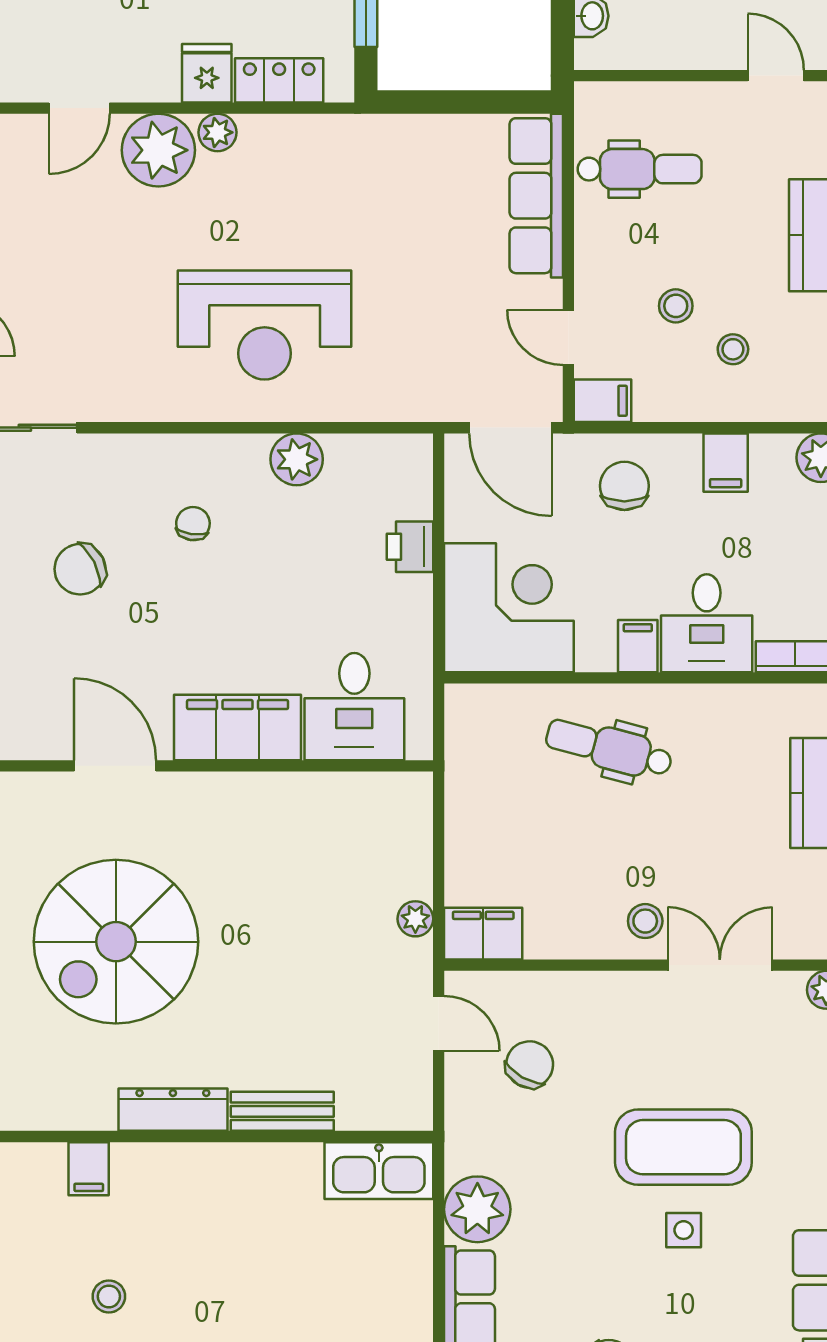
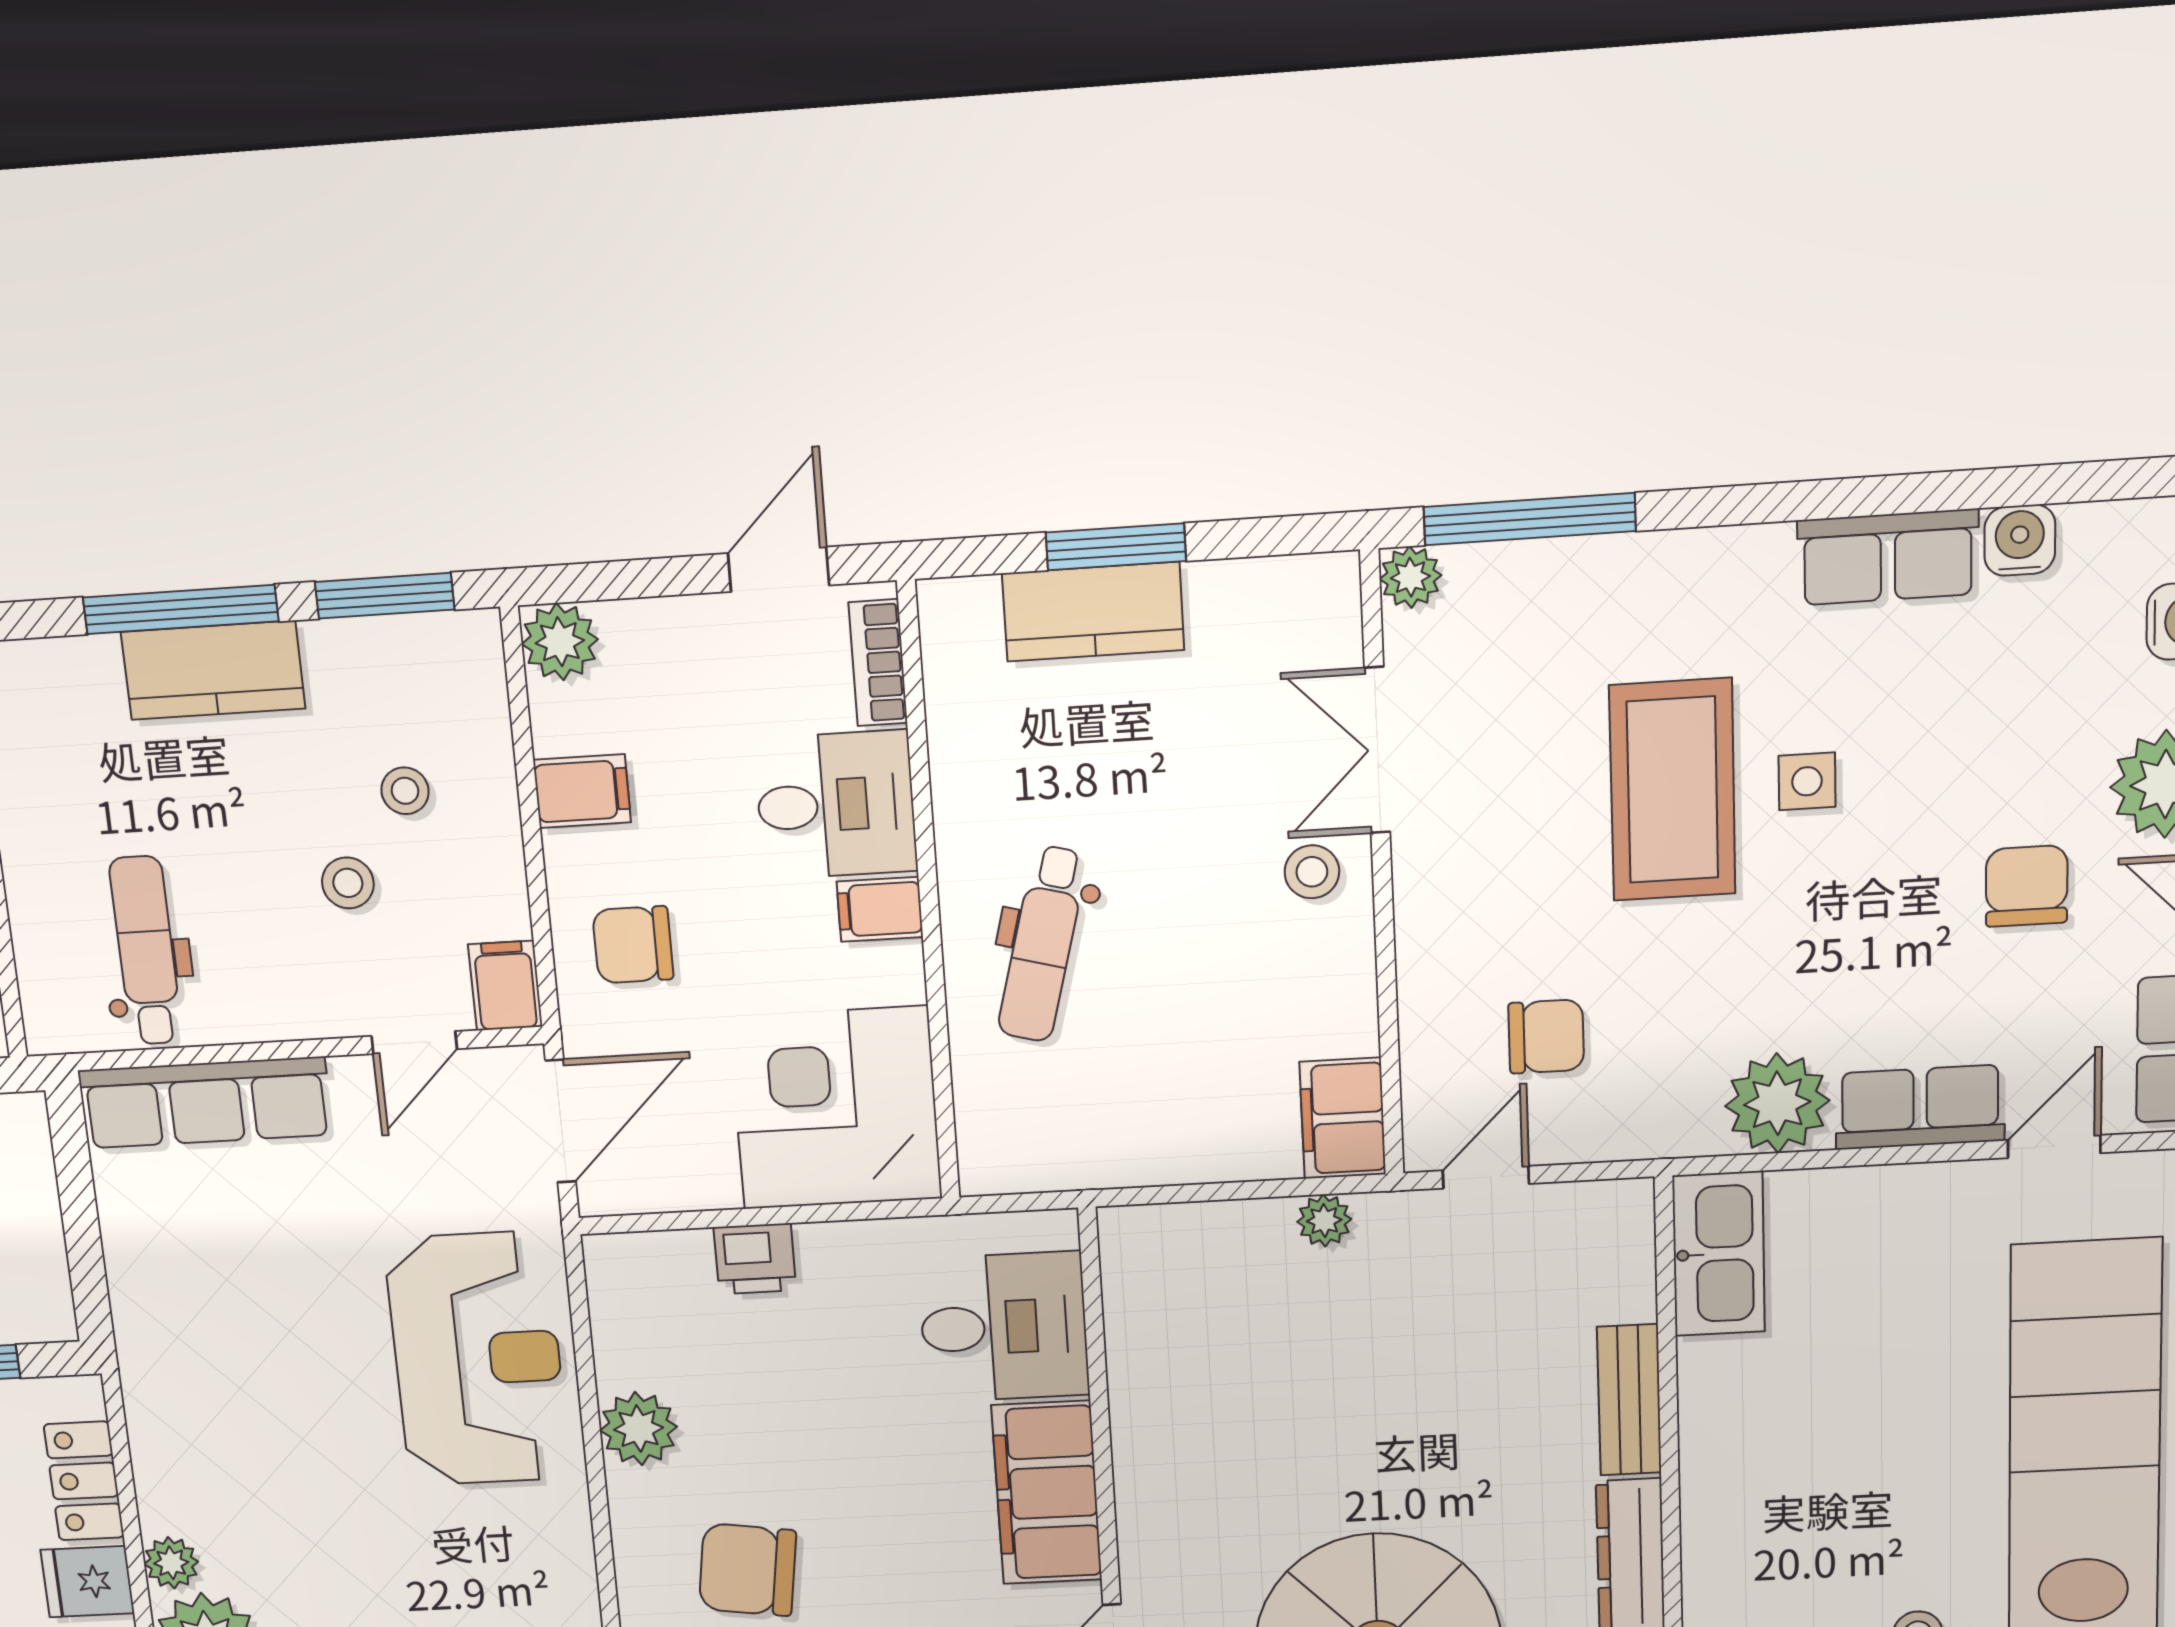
reception desk: (265, 325) -> (478, 1359), moved
chair: (193, 524) -> (748, 1570), width x1.87, depth x1.87
chair: (530, 1065) -> (1546, 1036), turned 150

